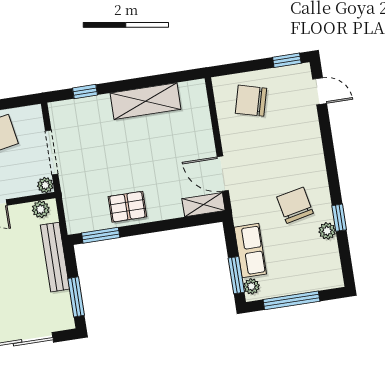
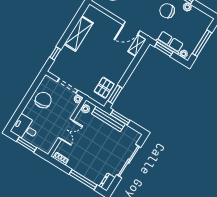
pallet: (127, 207) -> (104, 88), moved
window: (236, 275) -> (164, 49), moved
window: (76, 297) -> (120, 117), moved

